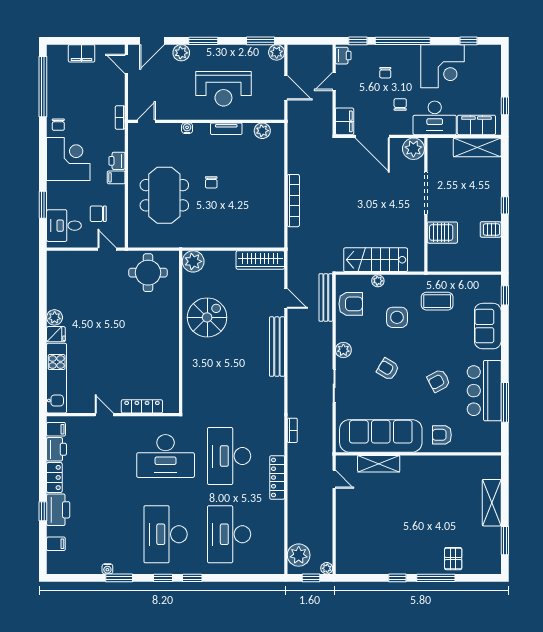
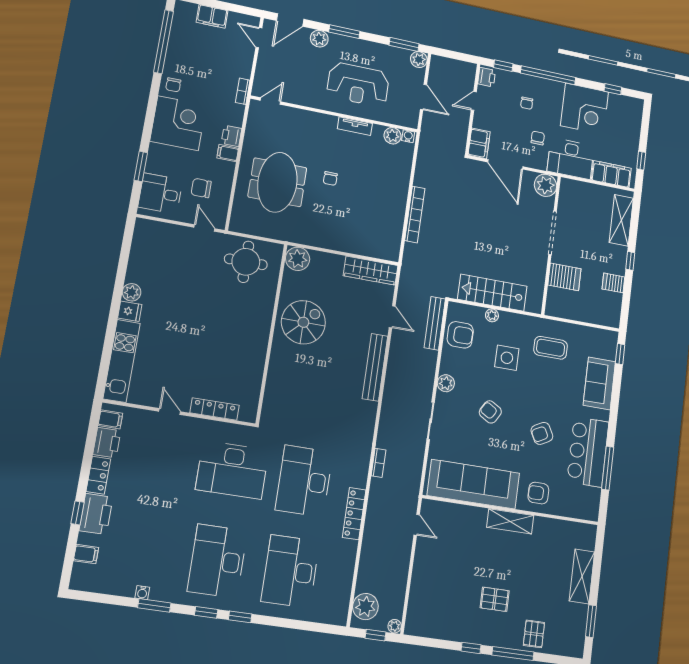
water cooler: (187, 128) -> (408, 136), moved
shelving: (477, 147) -> (621, 220), moved, turned 90
shelving: (379, 464) -> (510, 521), moved
pallet: (413, 534) -> (495, 599), added

